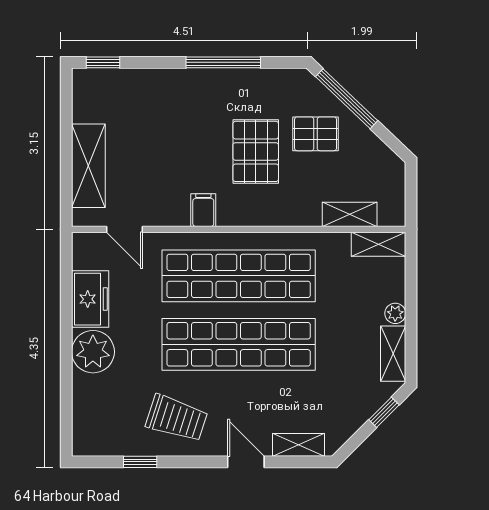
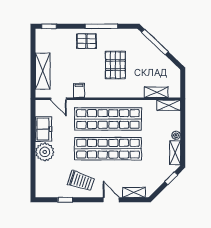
pallet: (316, 134) -> (87, 41), moved
filing cabinet: (203, 210) -> (79, 90), moved

